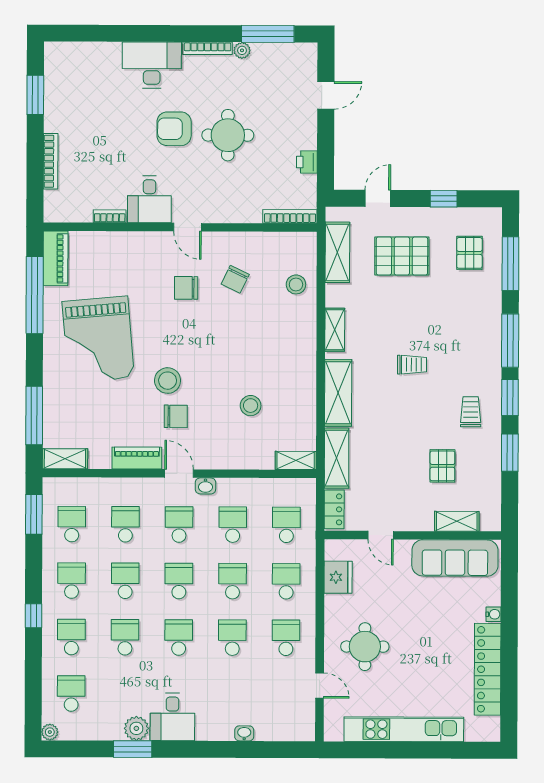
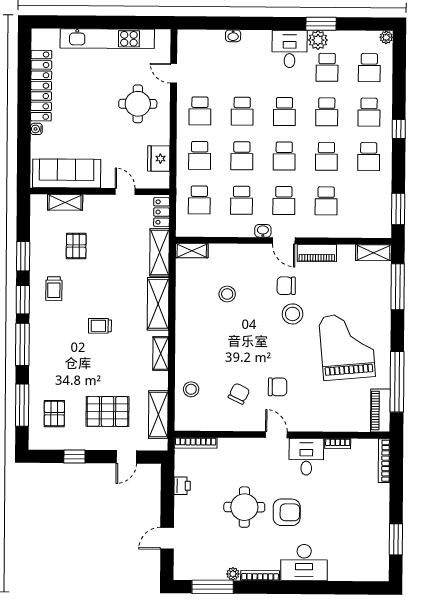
bookcase: (51, 161) -> (384, 461), moved
school desk: (72, 524) -> (327, 67), moved

